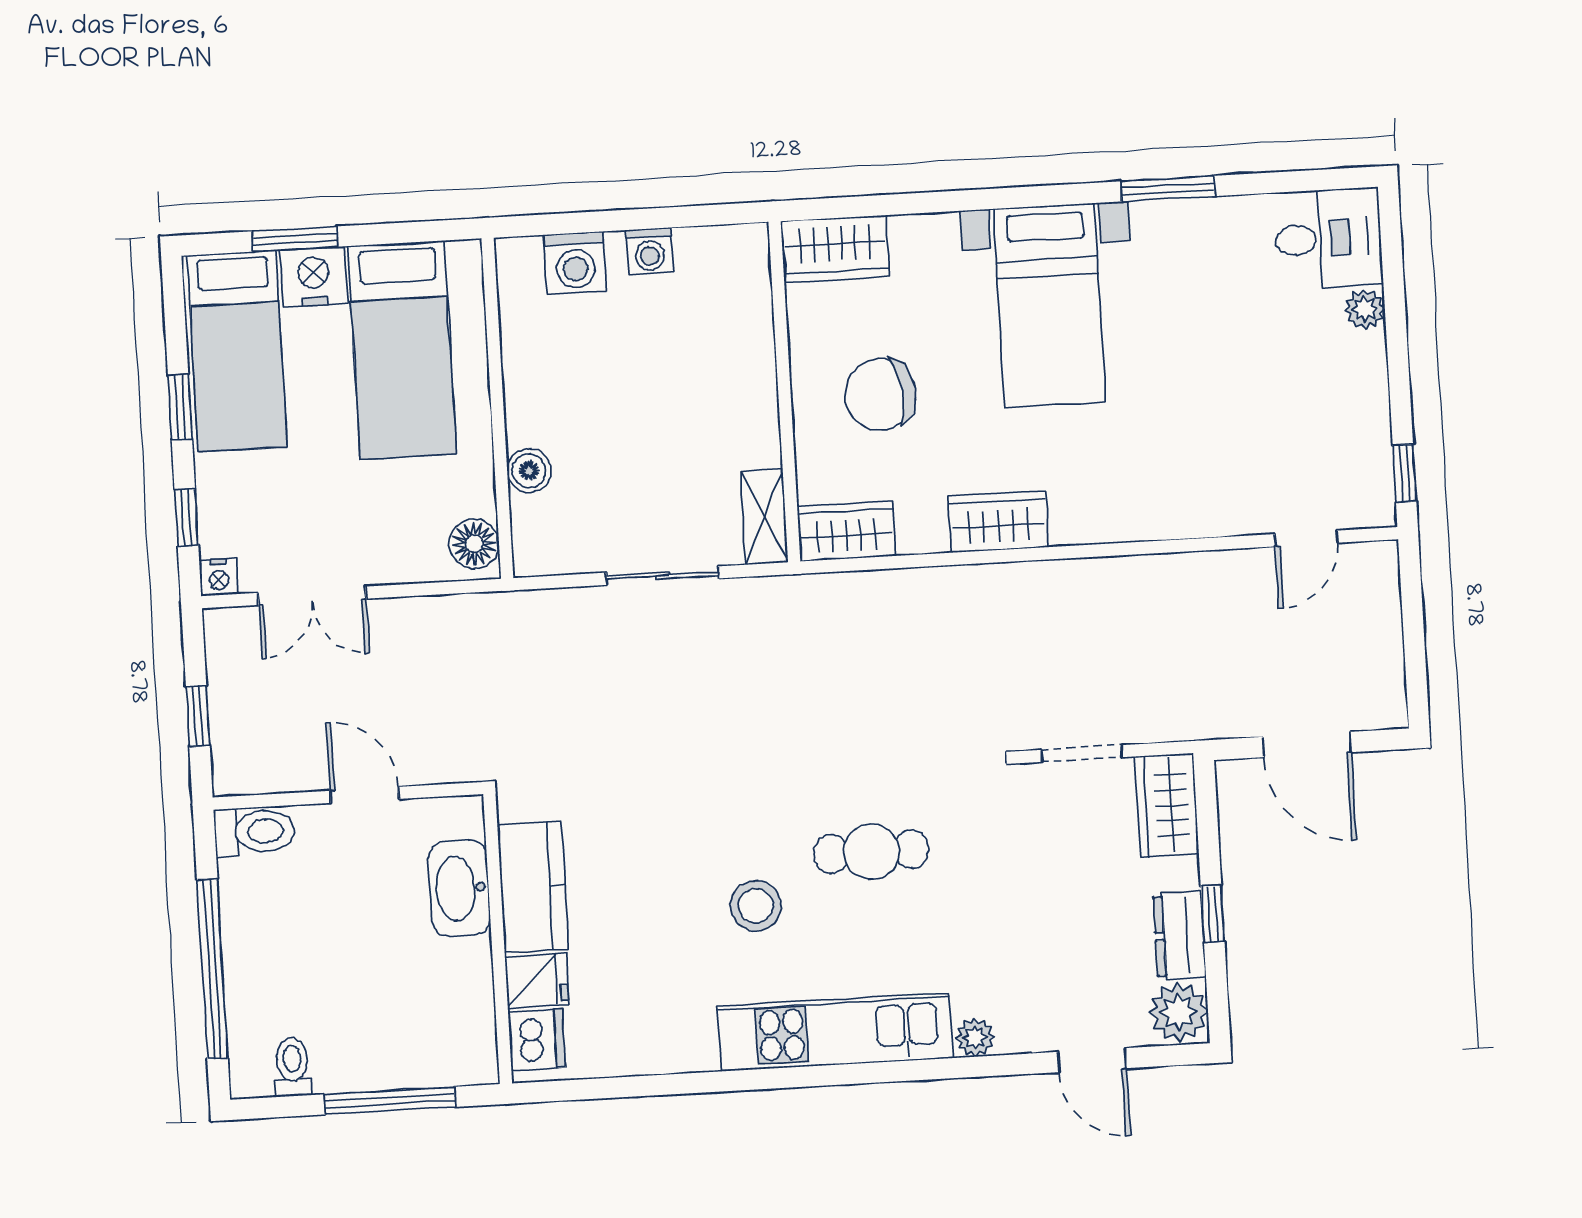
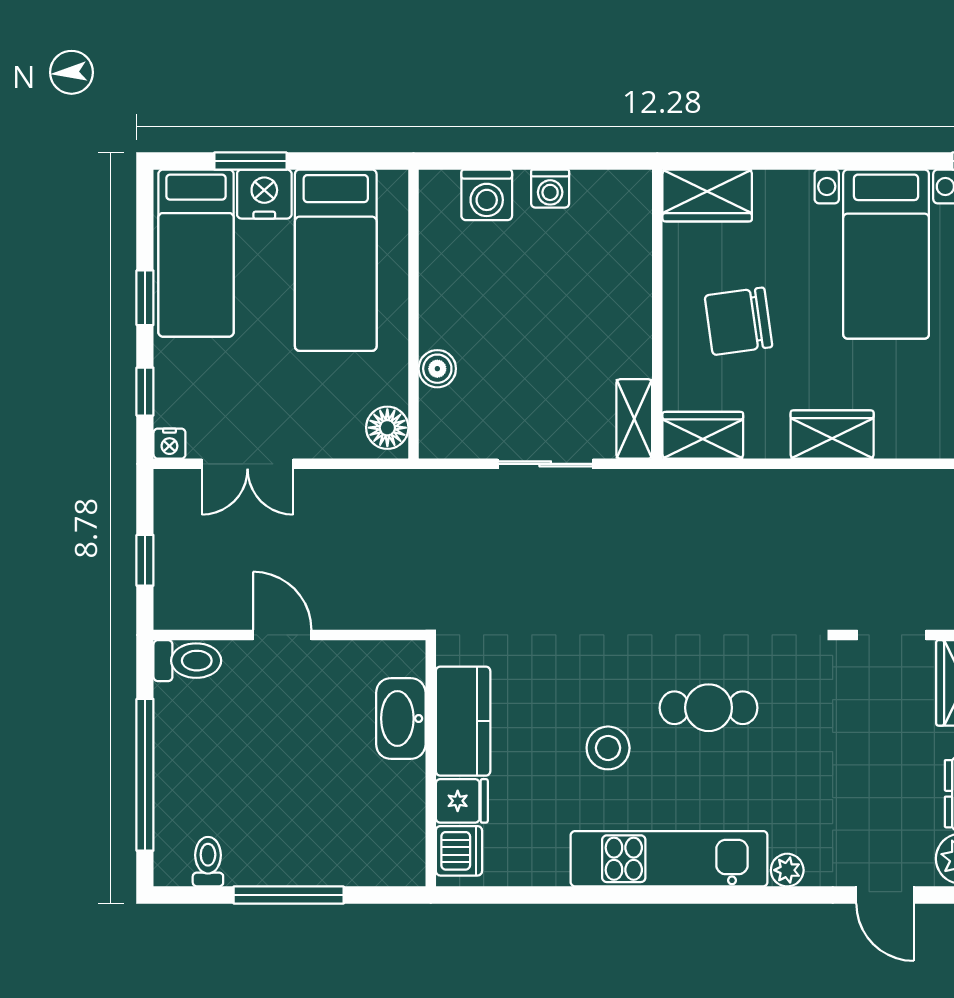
kitchen counter: (533, 887) -> (463, 721), moved
washbasin: (459, 888) -> (401, 718), moved
wall: (498, 939) -> (431, 763), moved
fridge: (537, 981) -> (462, 801), moved
dishwasher: (537, 1040) -> (459, 851), moved

